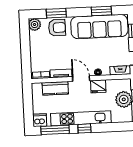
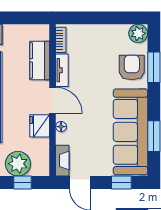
armchair: (57, 28) -> (132, 67), turned 180
door: (81, 79) -> (53, 100), hinge flipped

